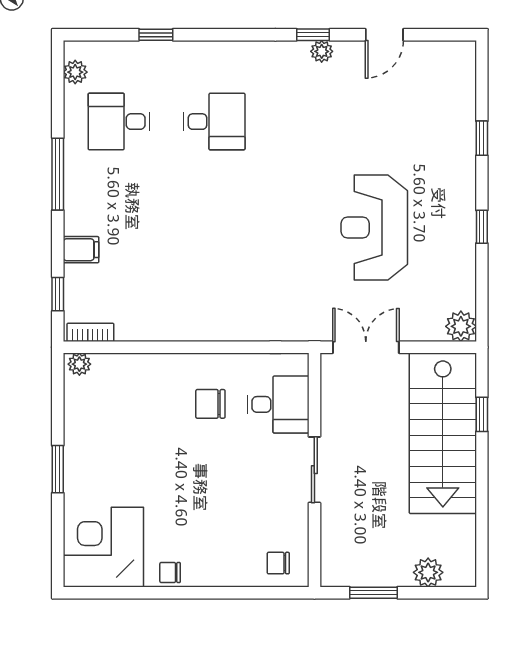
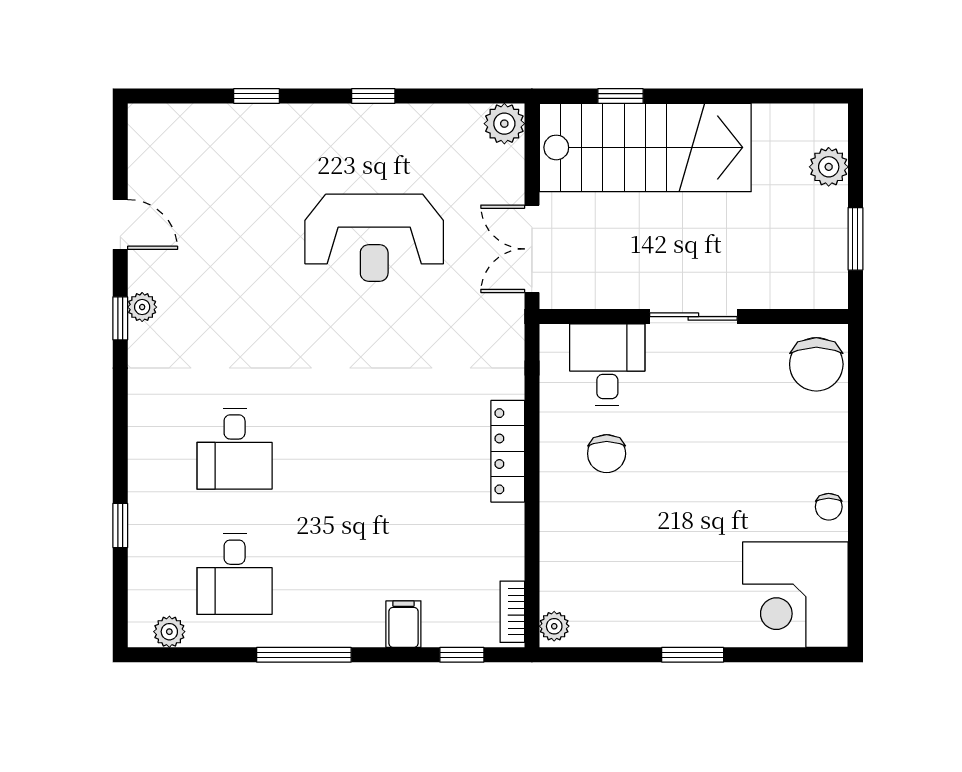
desk: (214, 122) -> (235, 449), turned 180
locker: (212, 329) -> (508, 451), added
chair: (278, 563) -> (816, 364), width x1.87, depth x1.87

